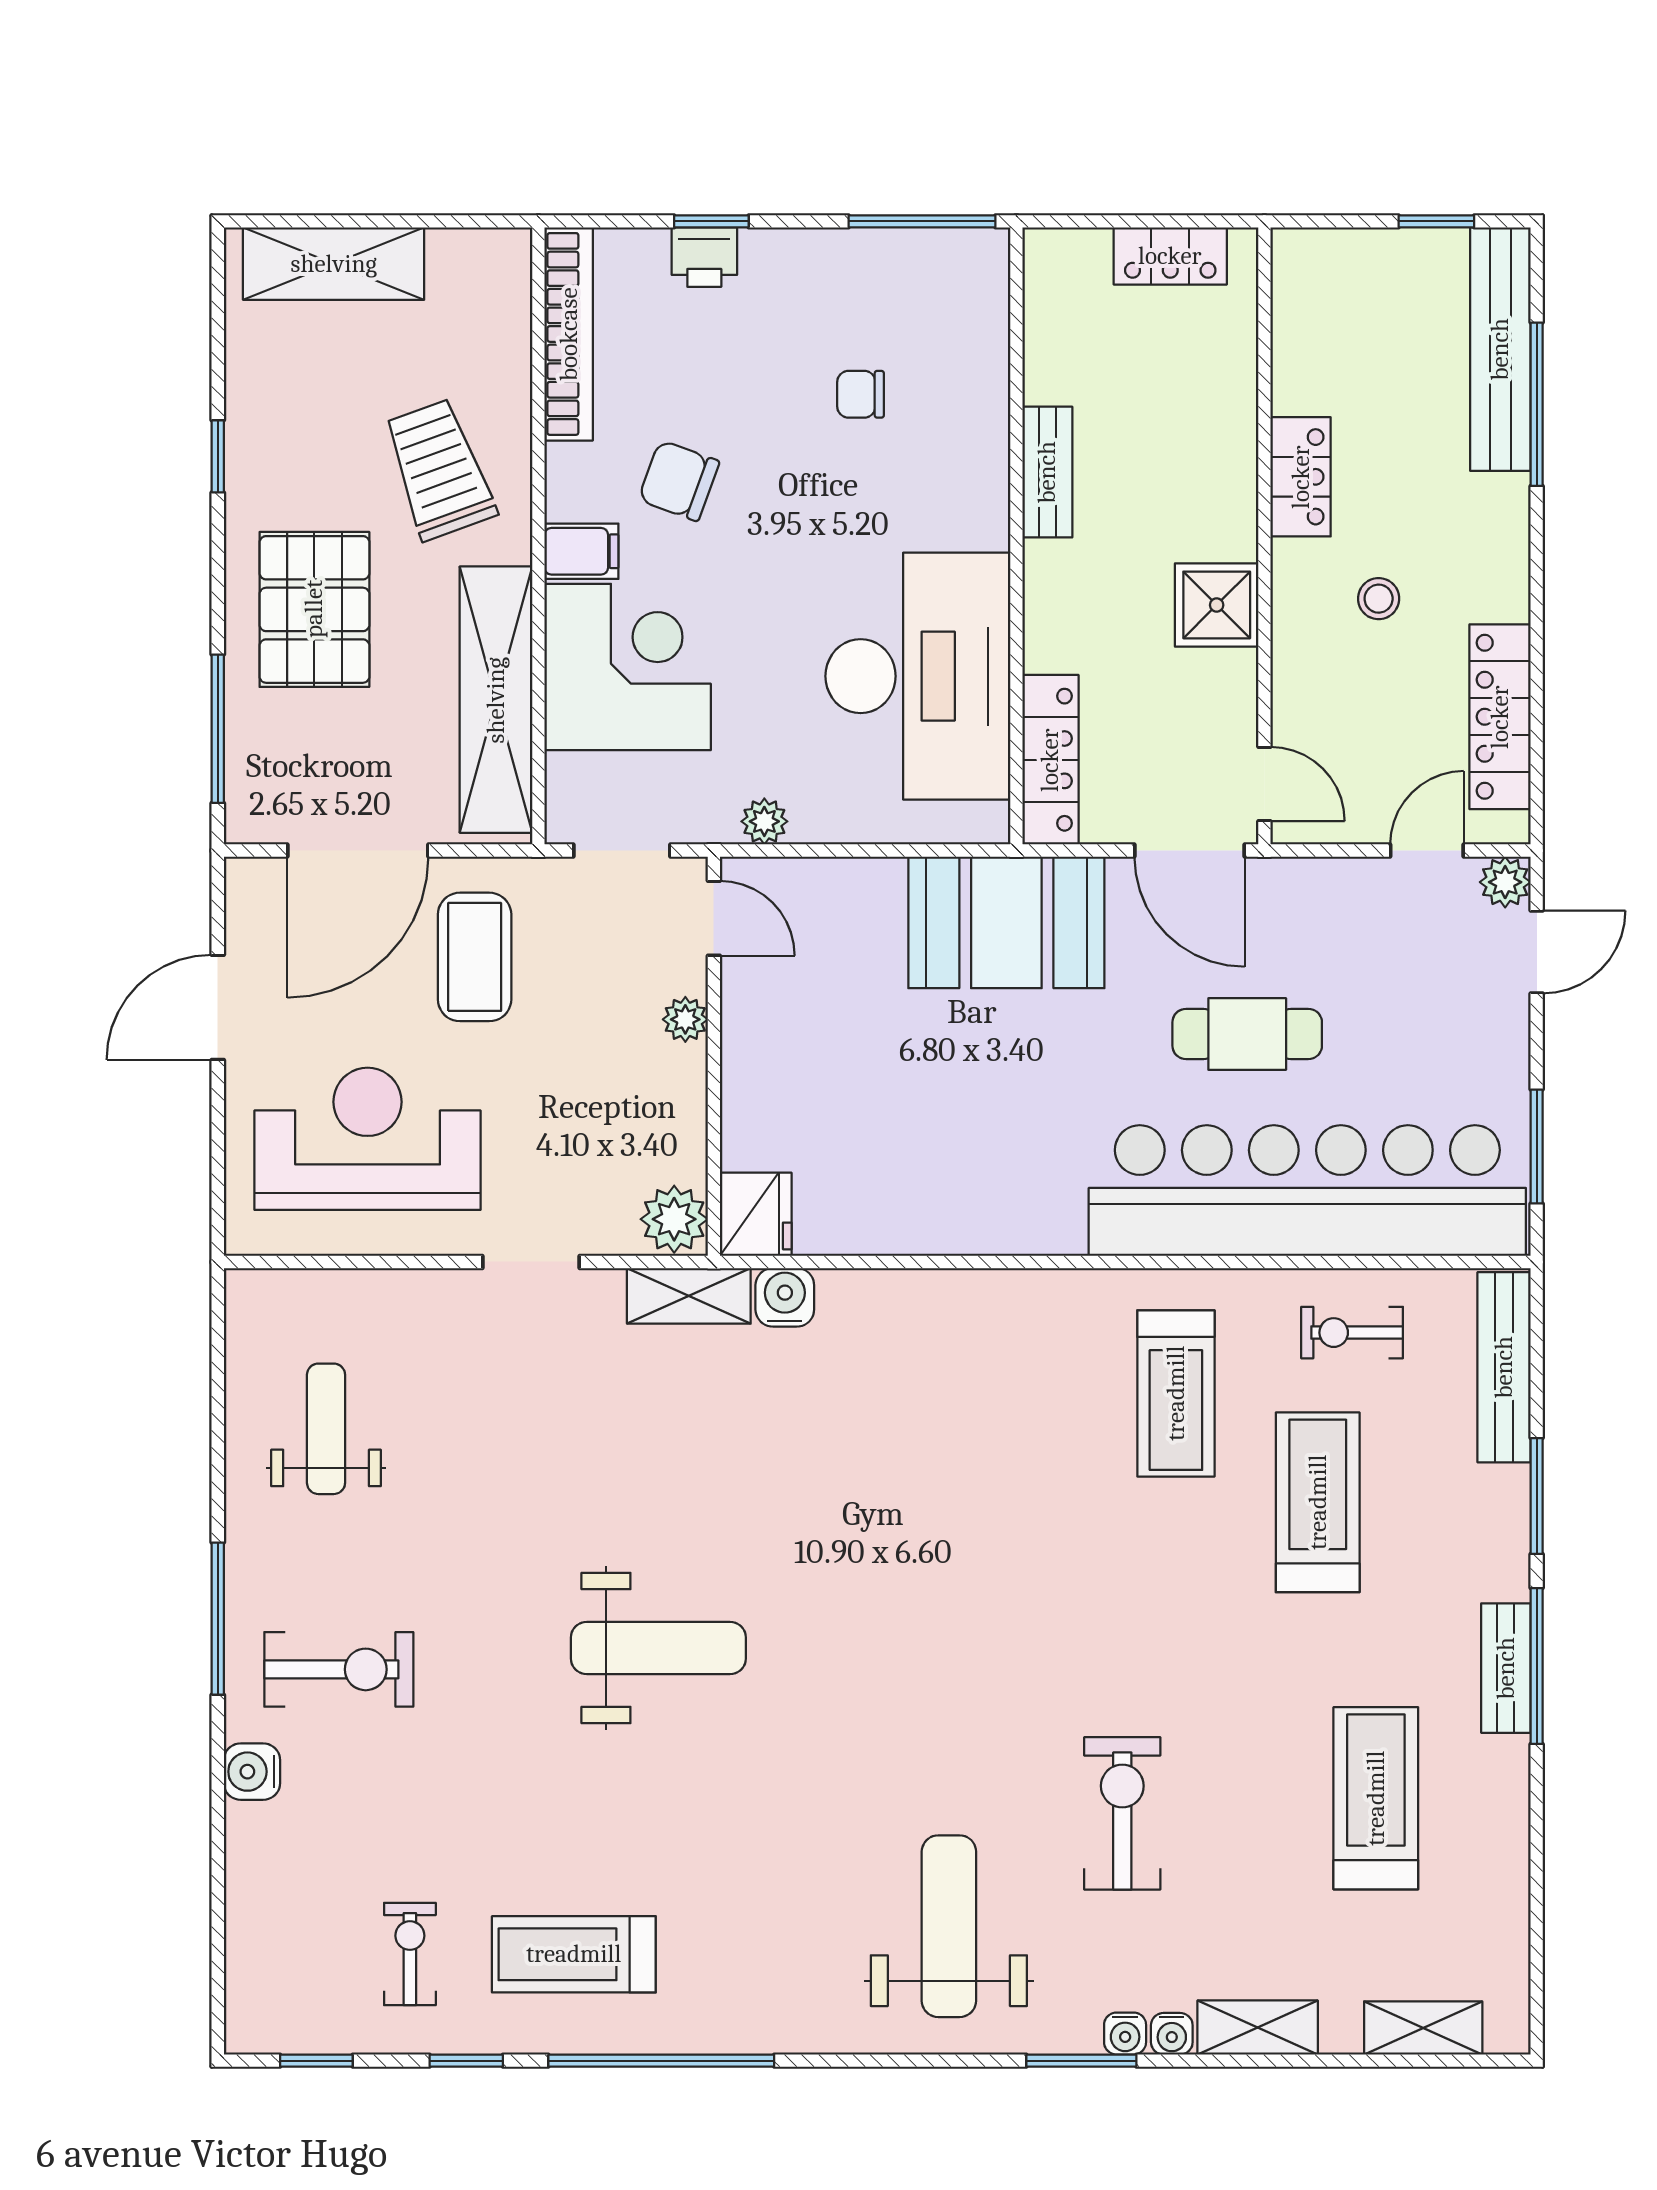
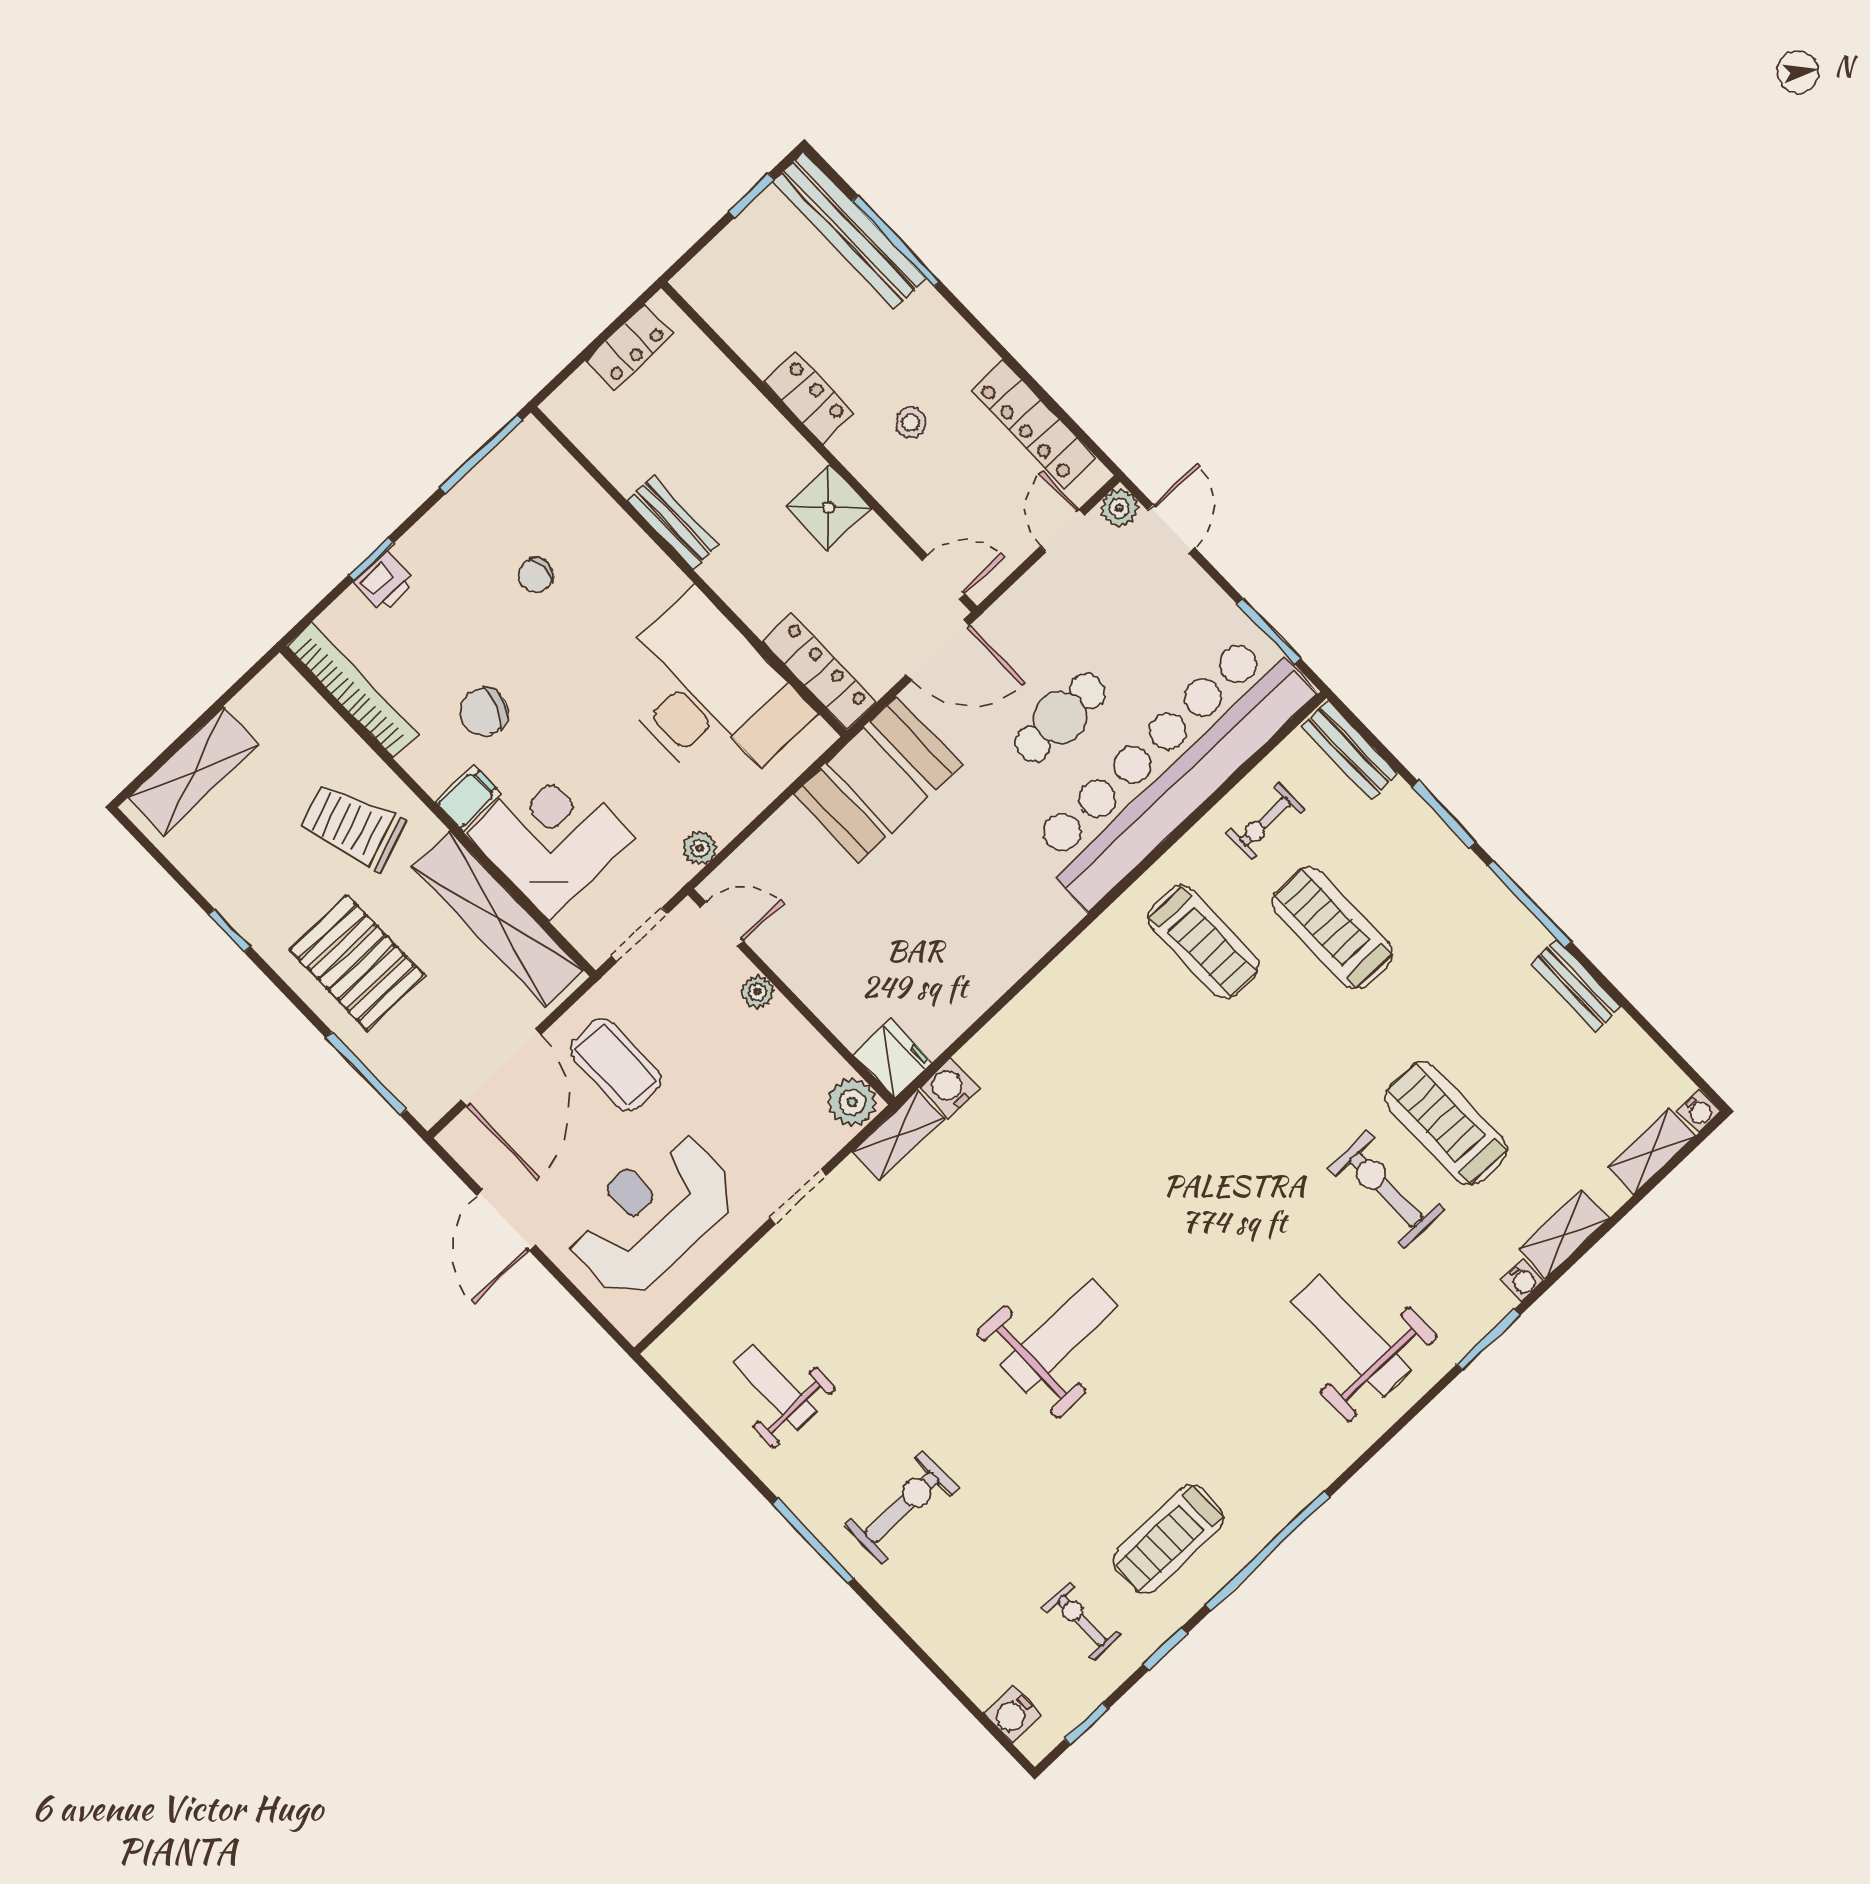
bench: (1504, 1367) -> (1350, 750), width x0.73
bench: (1506, 1668) -> (1576, 985), moved
water cooler: (252, 1772) -> (1013, 1714), moved
treadmill: (1376, 1798) -> (1446, 1123), moved
water cooler: (1125, 2034) -> (1699, 1111), moved

